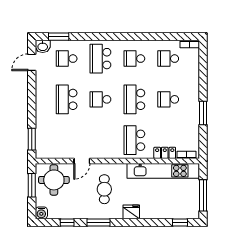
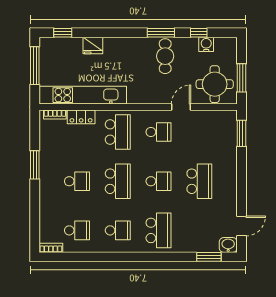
school desk: (67, 59) -> (159, 132), moved
cafe table: (104, 189) -> (165, 56), moved
fridge: (131, 212) -> (93, 46), moved
water cooler: (41, 213) -> (206, 44), moved

